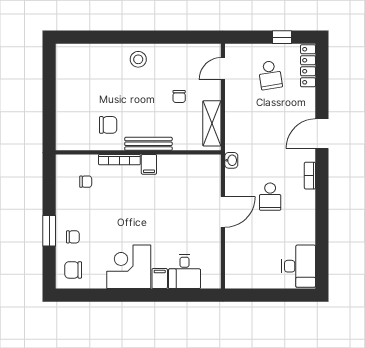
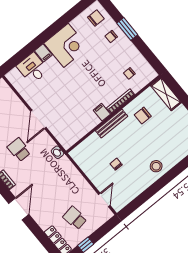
shelving: (212, 123) -> (166, 94), moved

